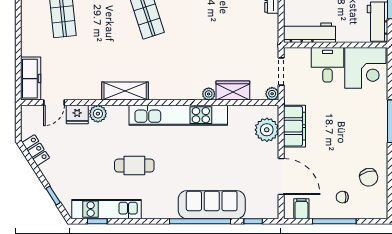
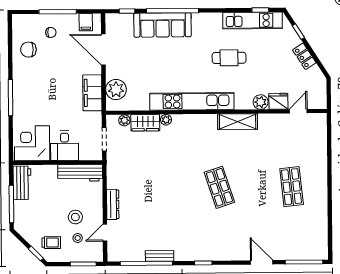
freezer: (31, 79) -> (318, 132), removed
plant: (272, 94) -> (124, 120), moved
locker: (36, 150) -> (304, 56), moved
chair: (369, 177) -> (28, 50), turned -74

